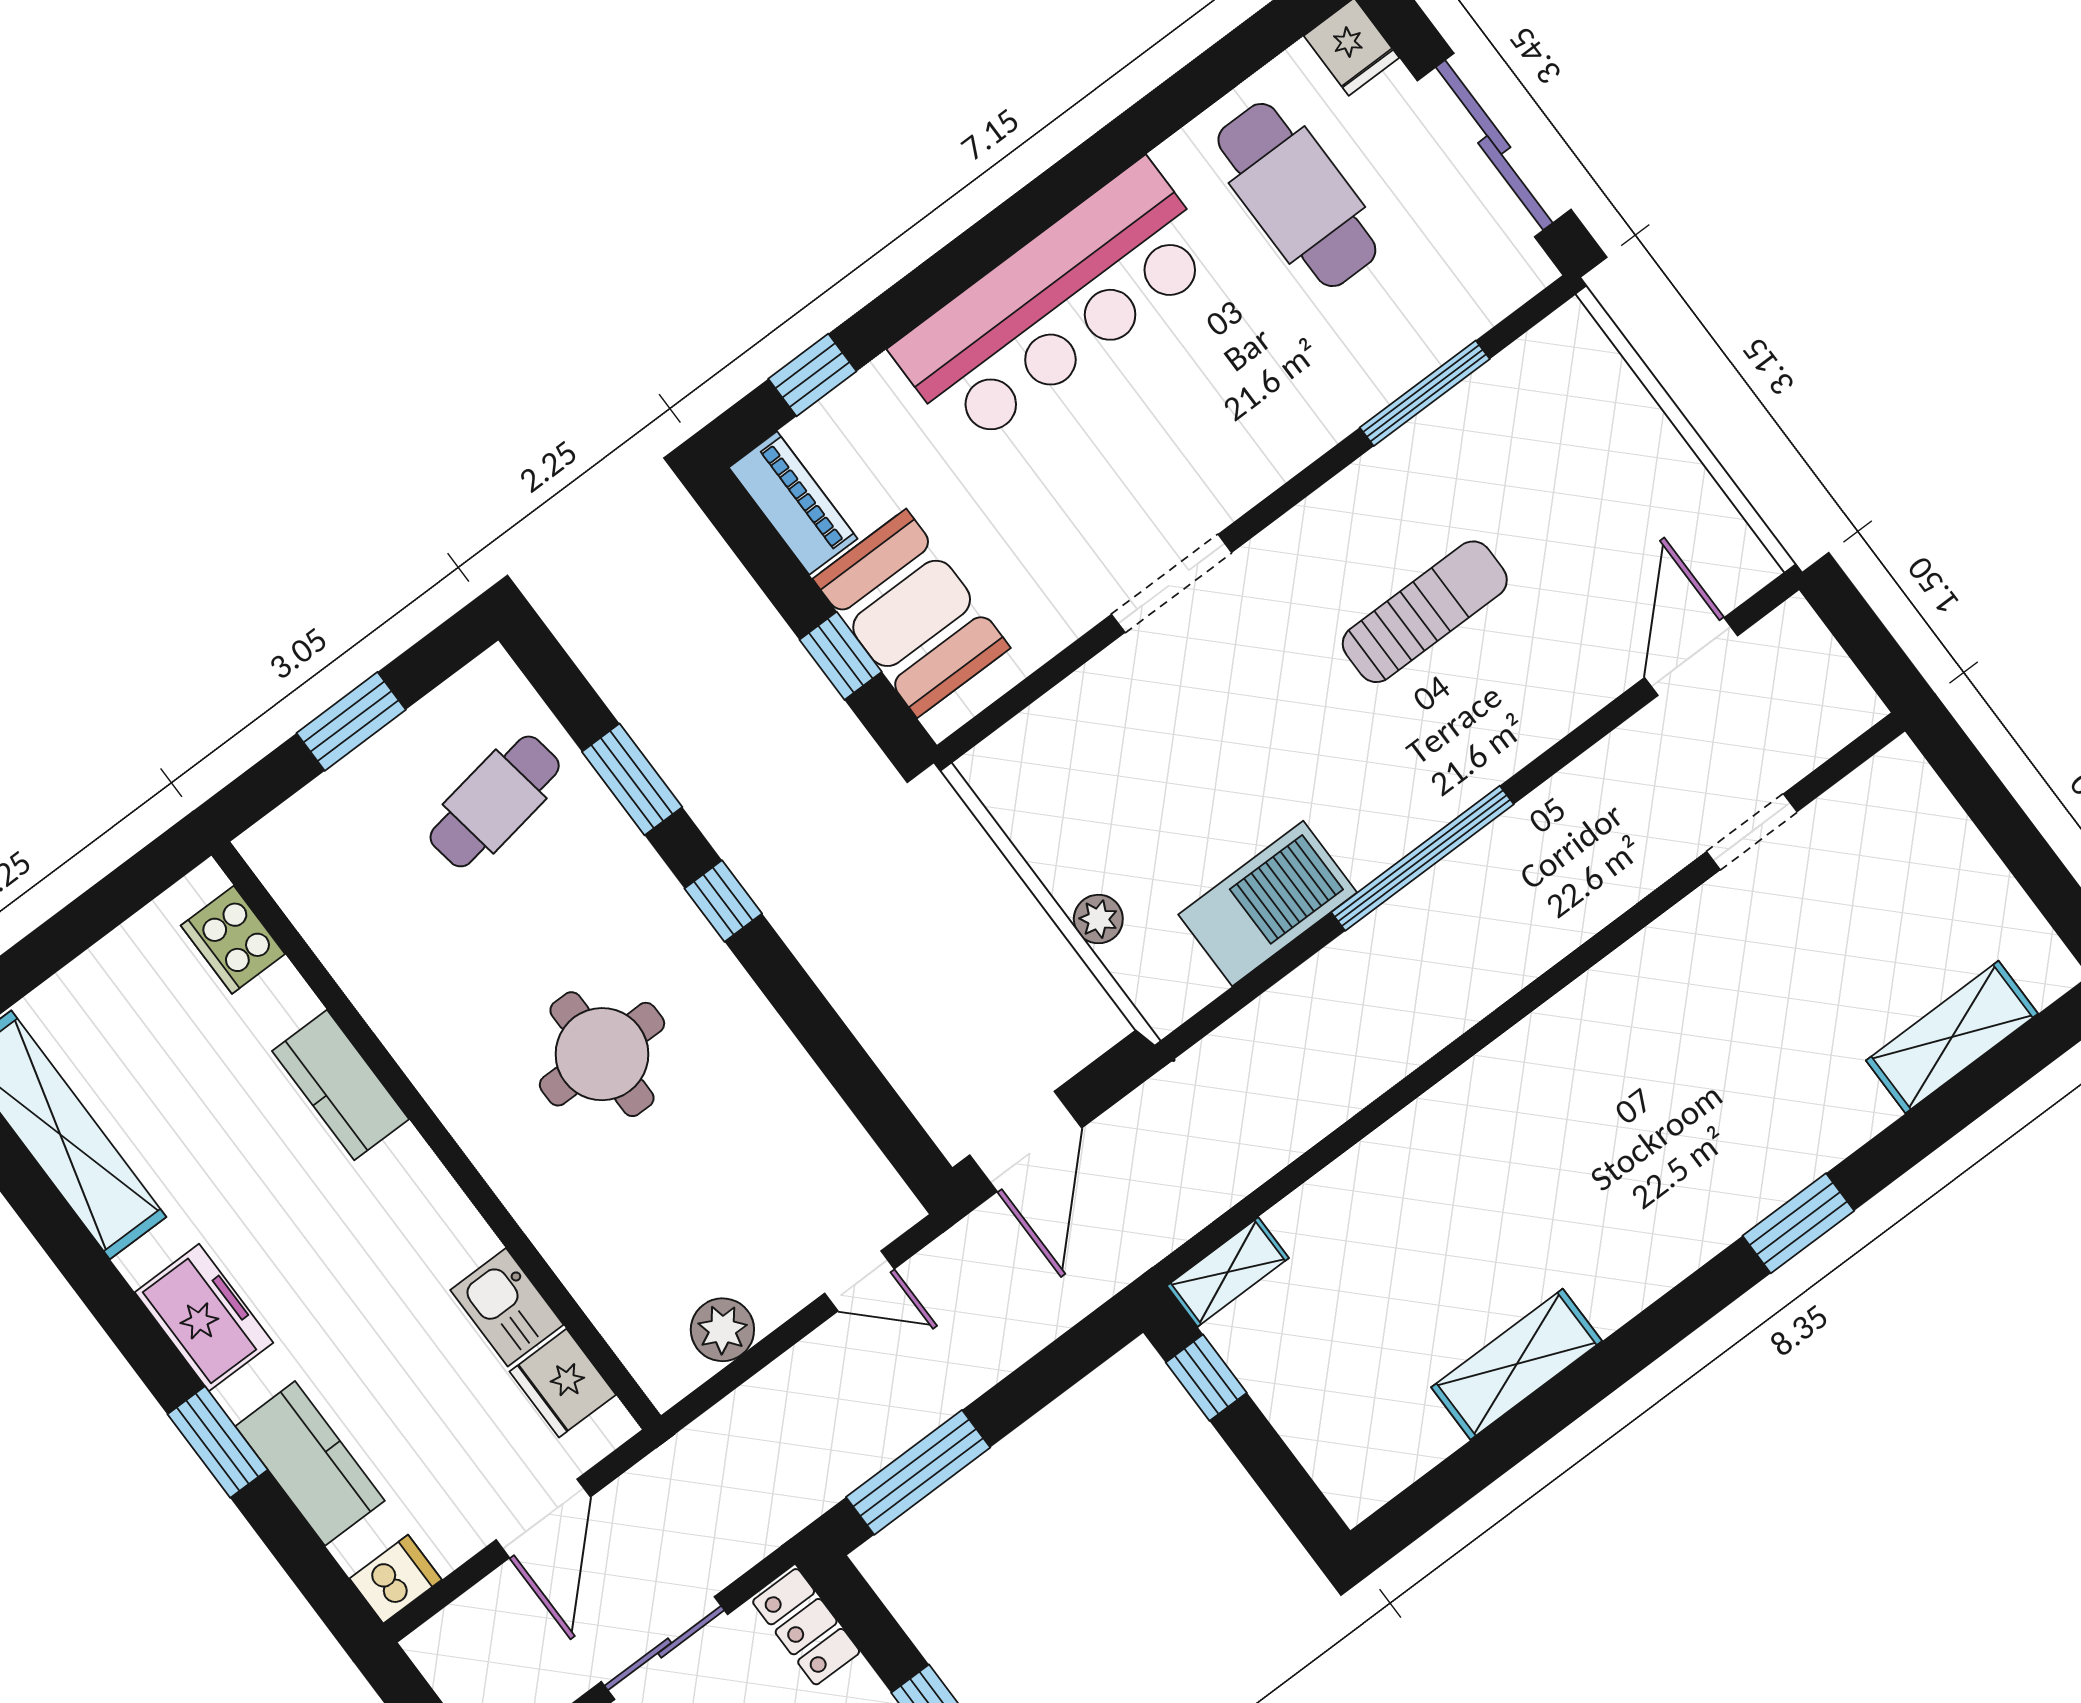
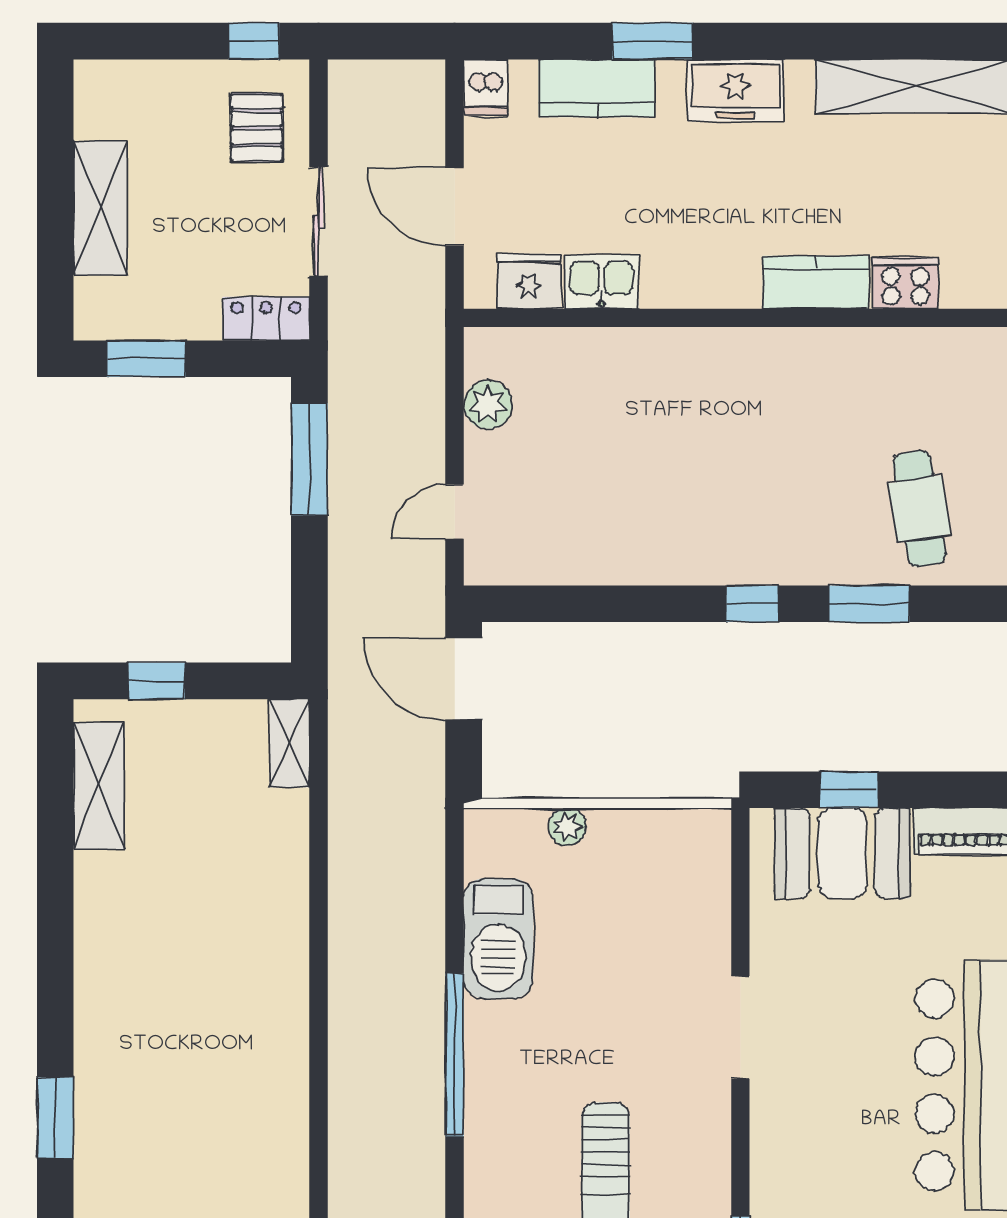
cooker: (233, 940) -> (905, 283), moved
round table: (602, 1054) -> (714, 458), removed
shelving: (1517, 1364) -> (99, 786), moved
window: (1206, 1378) -> (157, 681), moved

